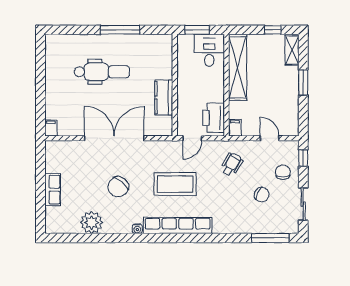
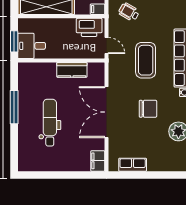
desk: (209, 50) -> (32, 46), moved
filing cabinet: (51, 128) -> (98, 161), width x2.00
chair: (118, 187) -> (148, 109), turned -39
row of seats: (53, 190) -> (133, 165), moved

